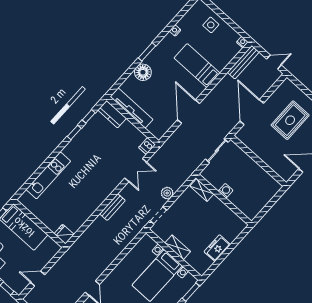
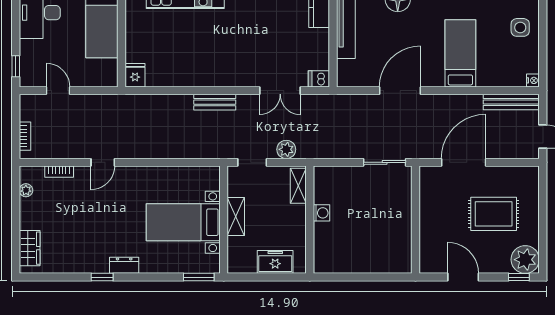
shelving: (202, 190) -> (298, 186), moved
washing machine: (226, 191) -> (321, 213), moved
wall: (224, 199) -> (310, 220), moved

